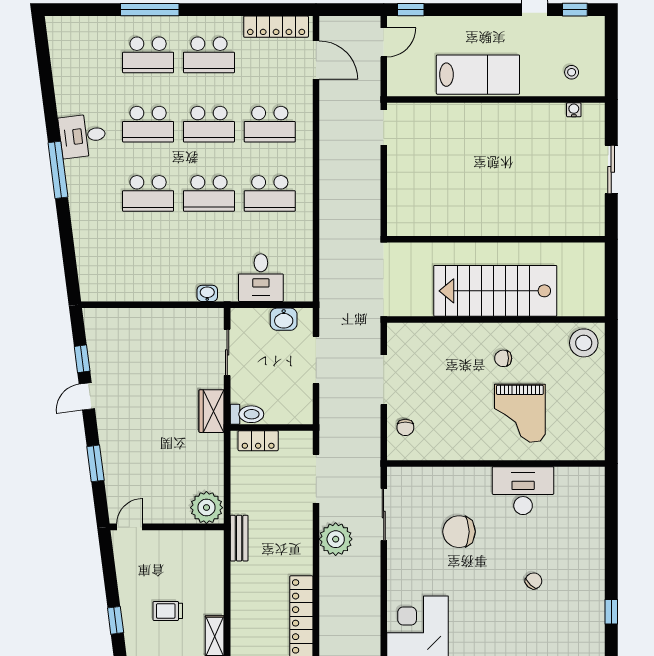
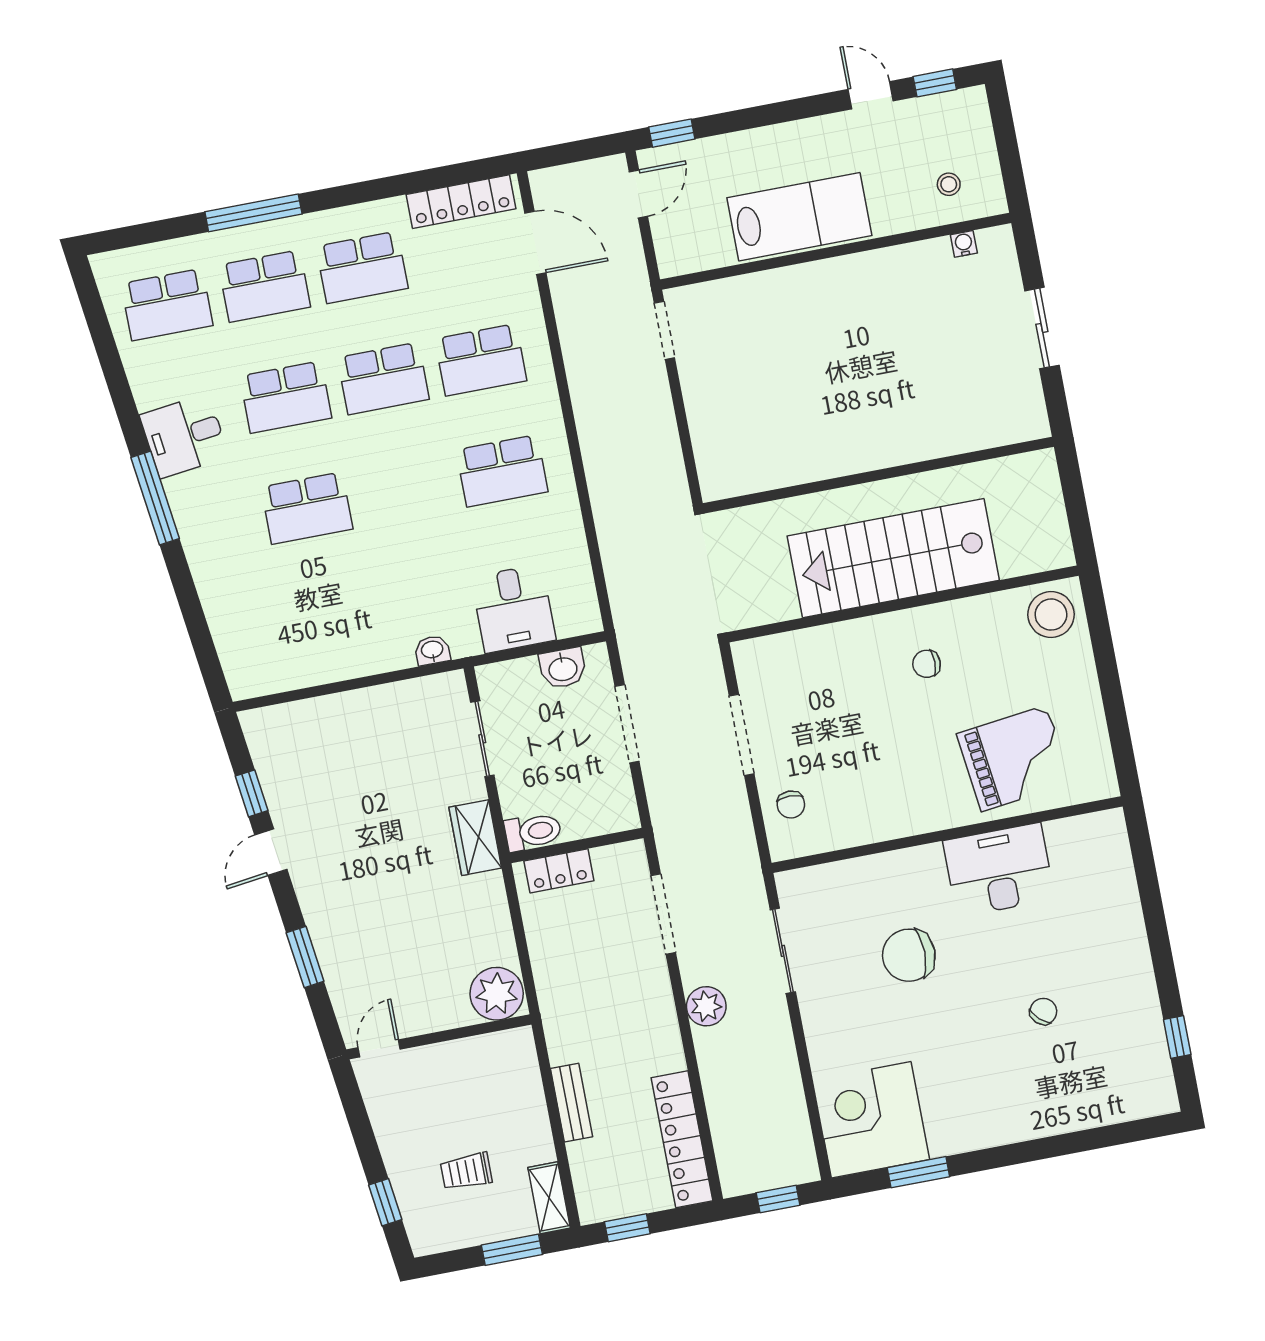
school desk: (209, 193) -> (167, 305), moved
grand piano: (520, 413) -> (1014, 758), moved, turned -97
bench: (239, 538) -> (572, 1103), moved
plant: (336, 539) -> (706, 1006), width x0.73, depth x0.73

